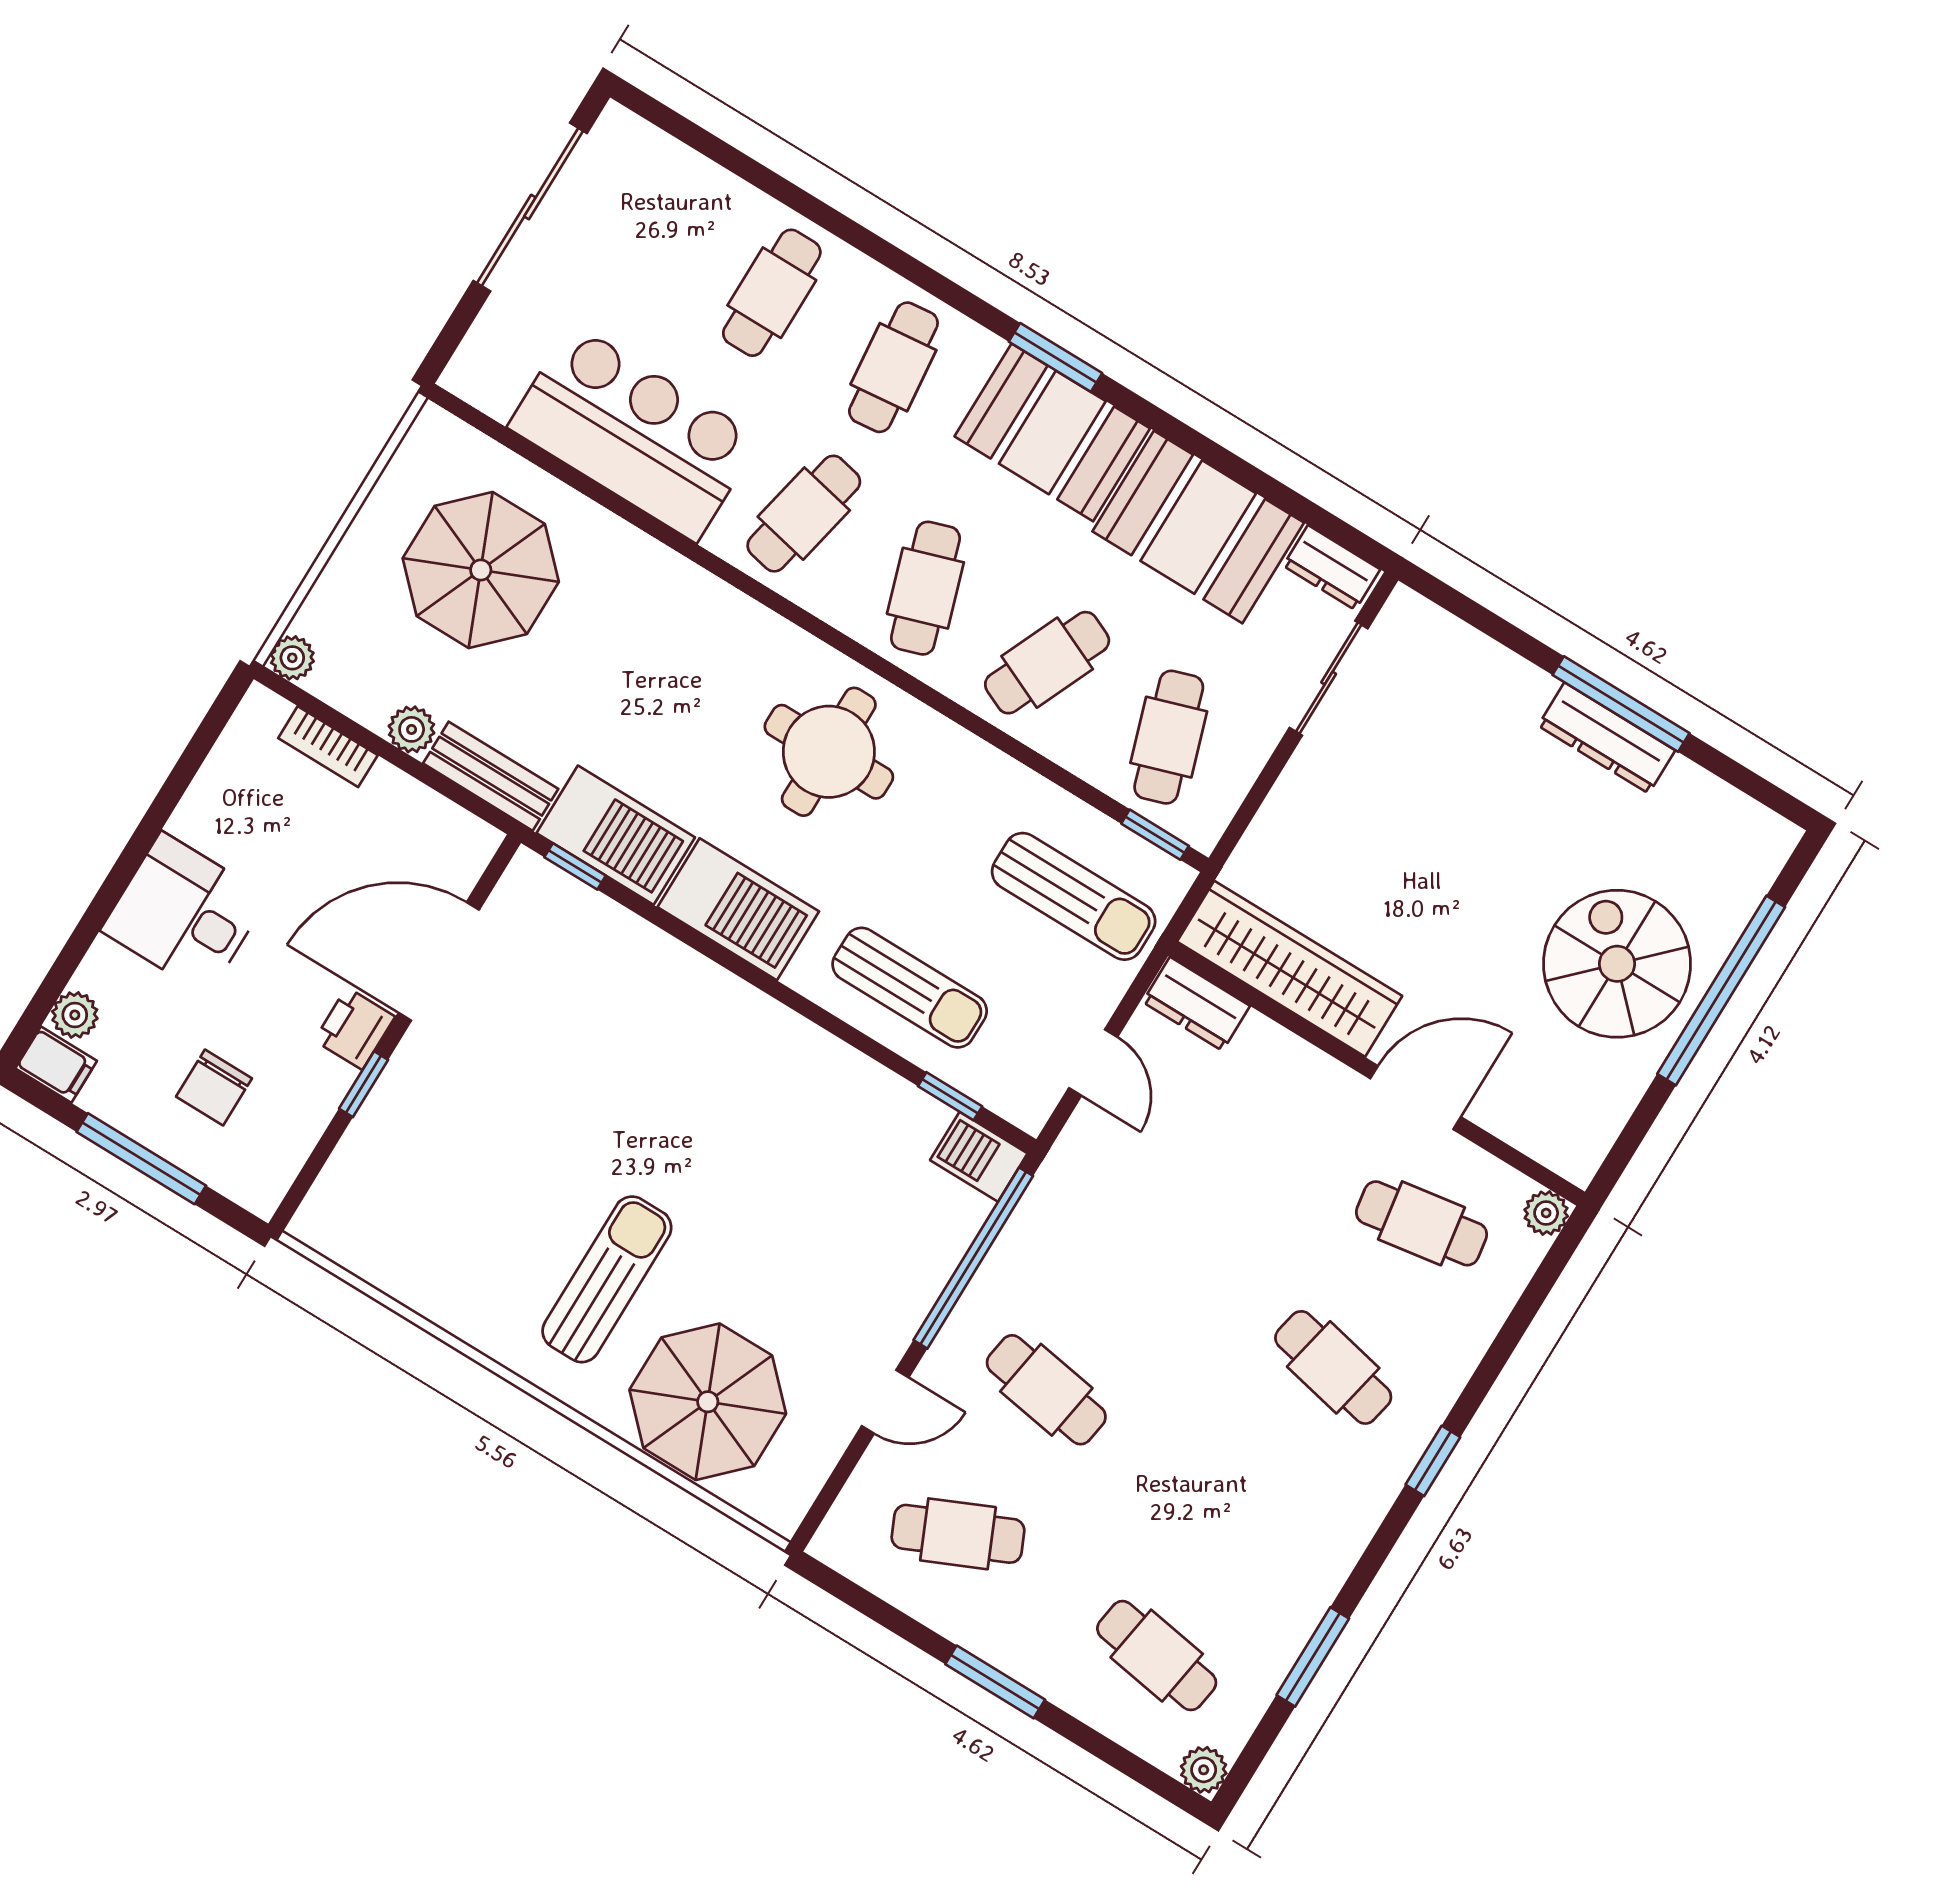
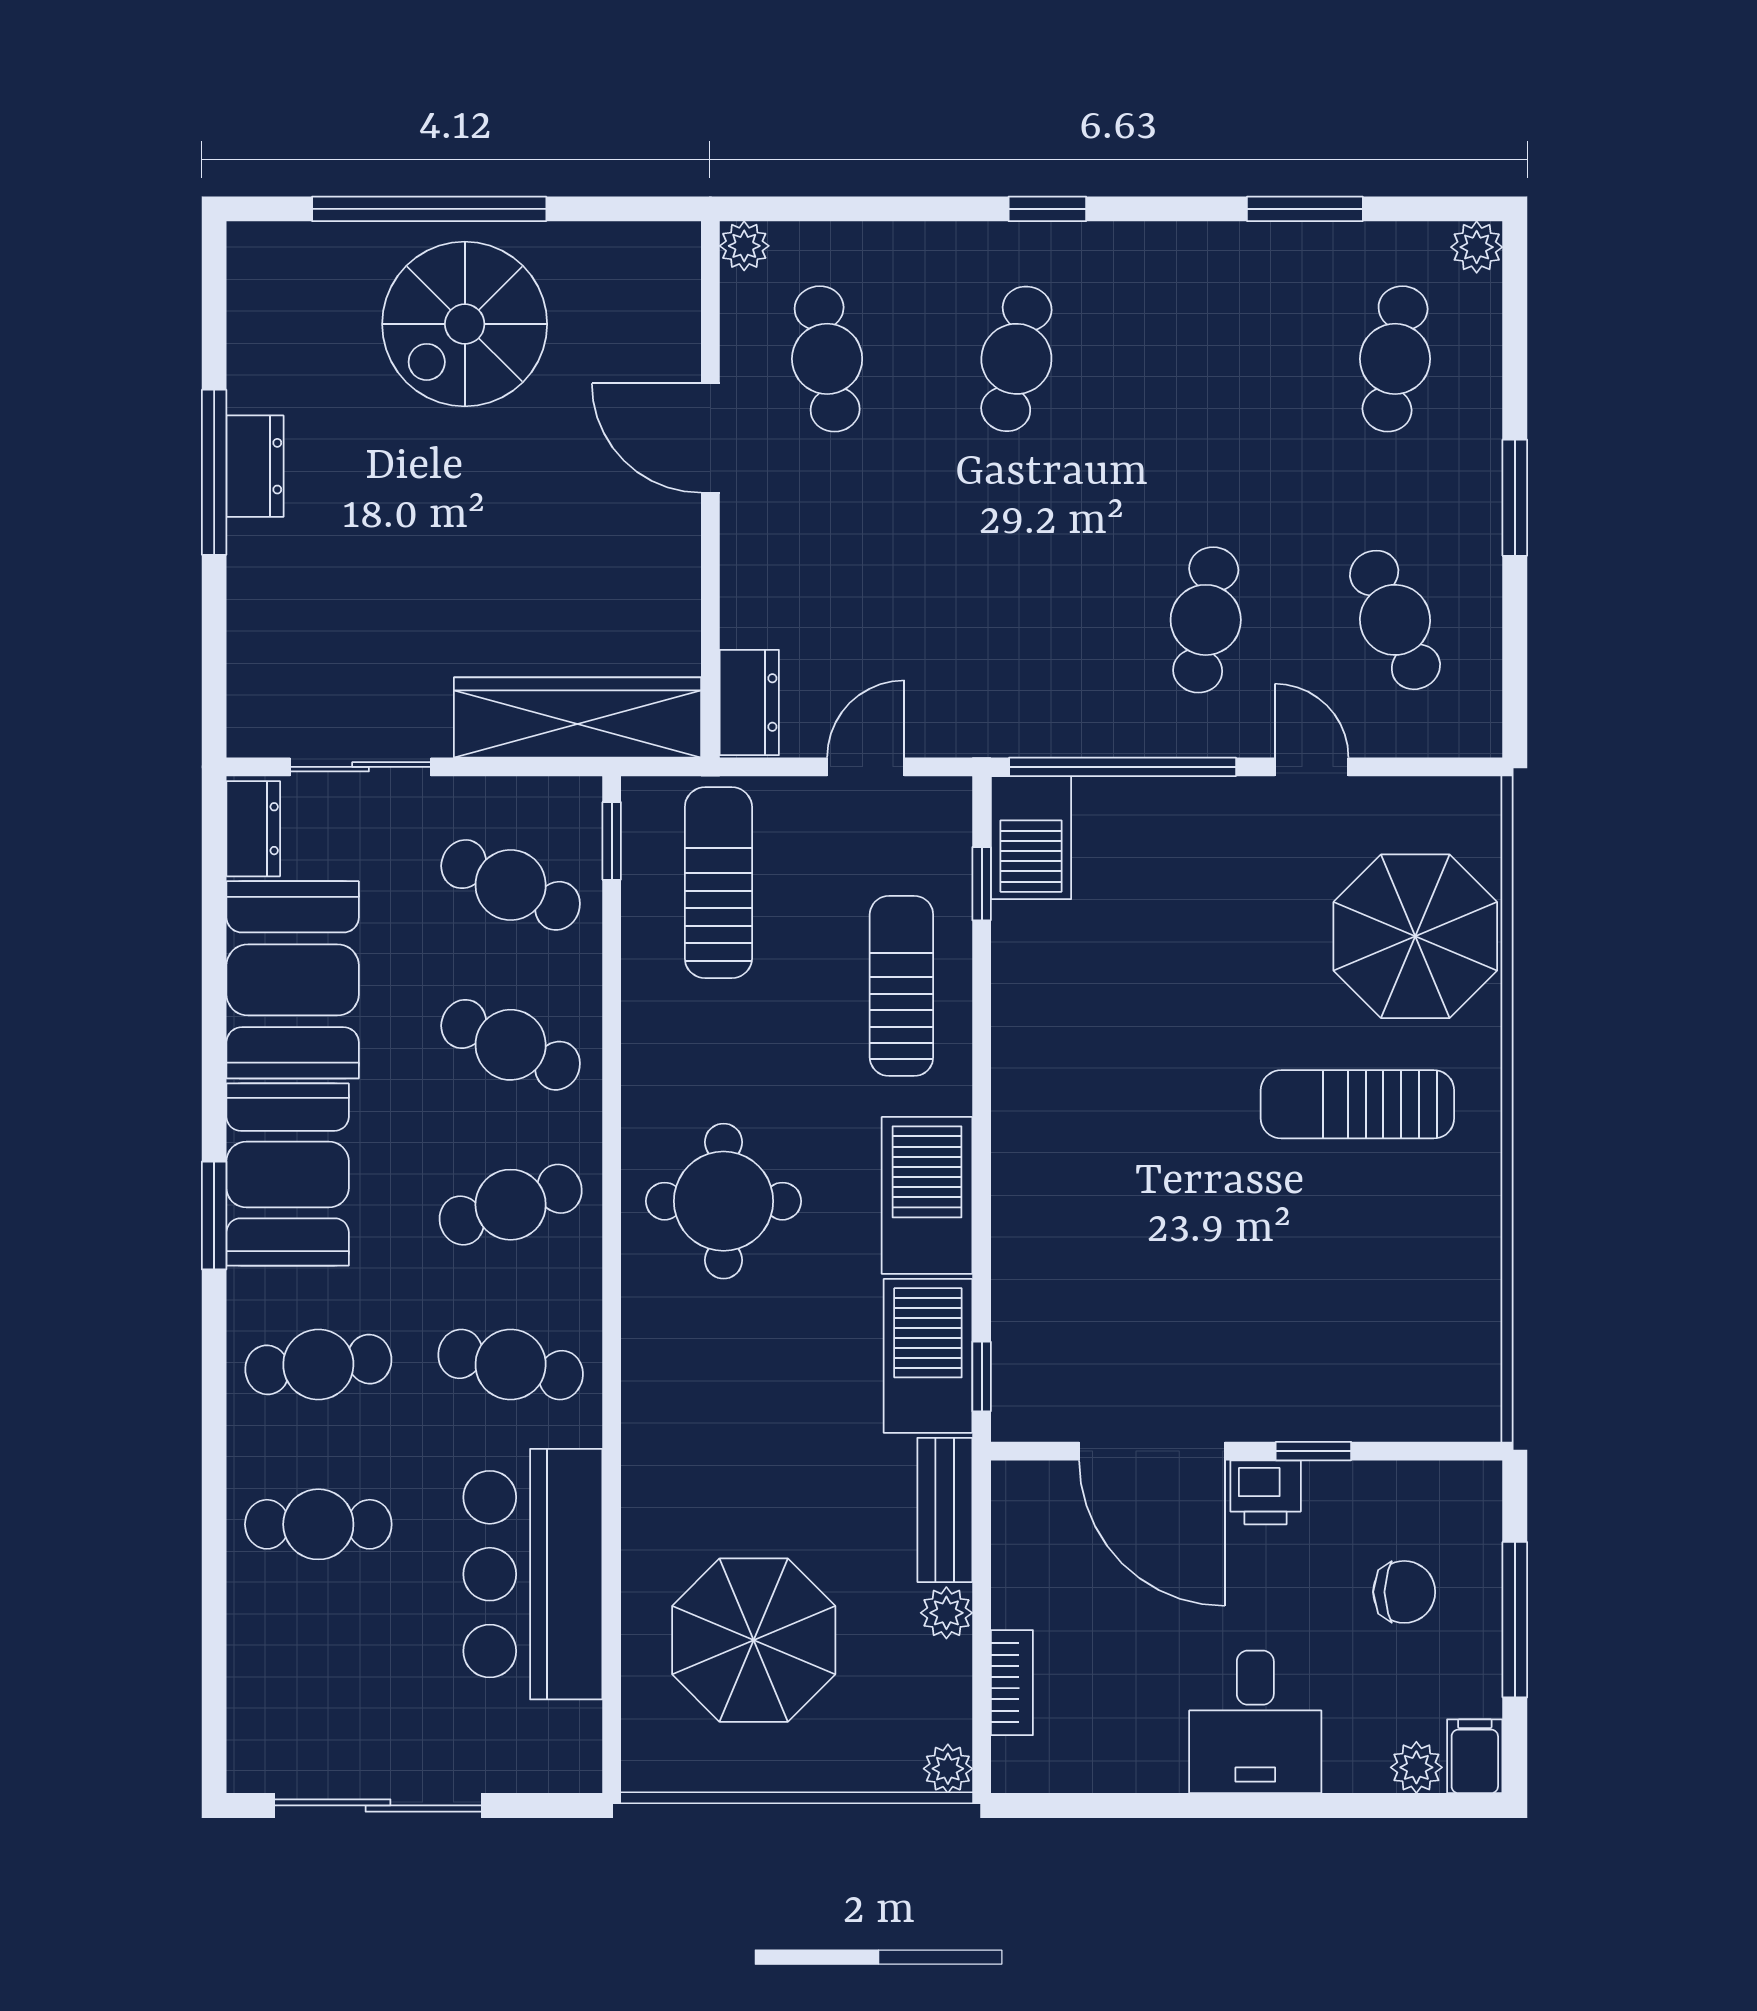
cafe table: (1169, 737) -> (511, 885), turned 42
dresser: (1607, 738) -> (255, 466), width x0.70
wardrobe: (1290, 969) -> (577, 717), moved, turned 90
barbecue: (979, 1157) -> (1031, 838), width x1.38, depth x1.27

